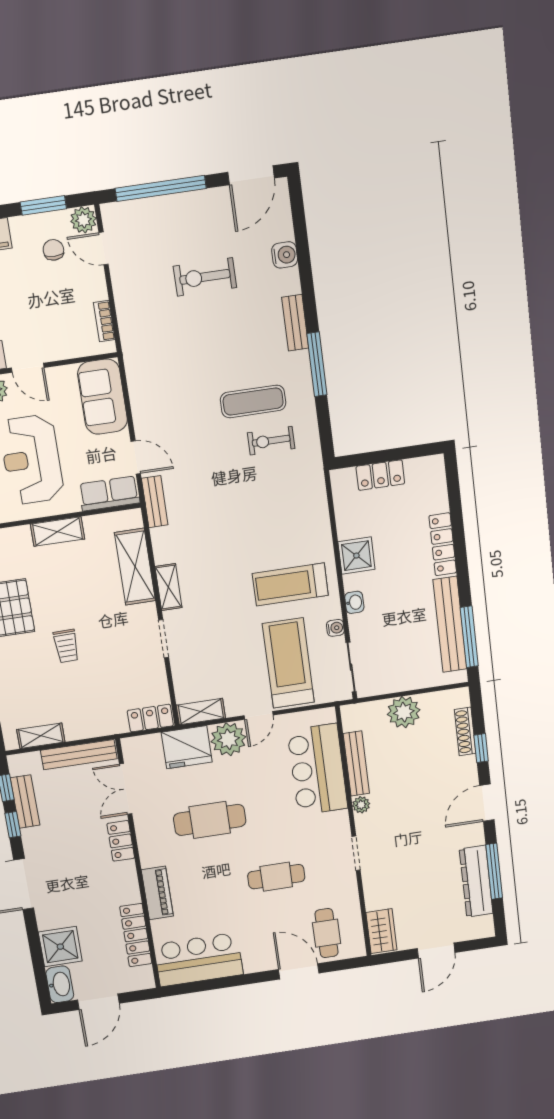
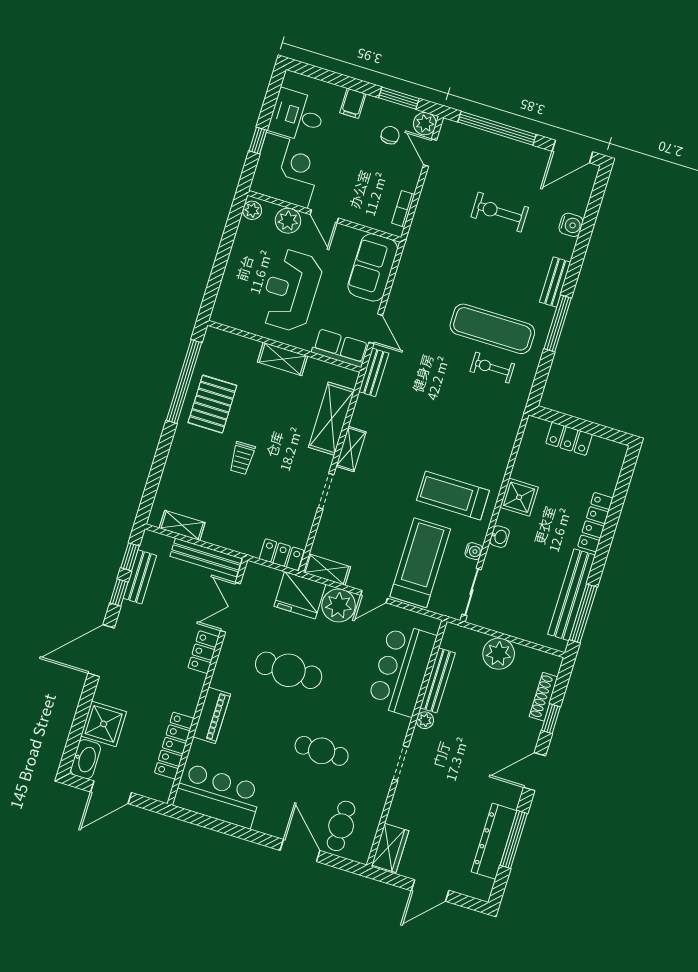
exercise mat: (253, 401) -> (492, 329), width x1.36, depth x1.45

